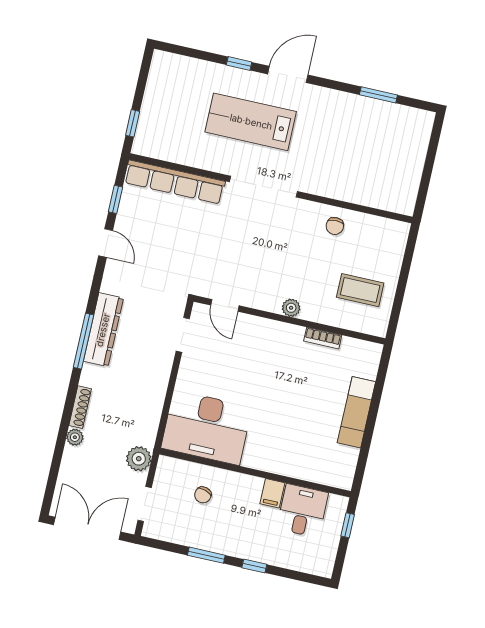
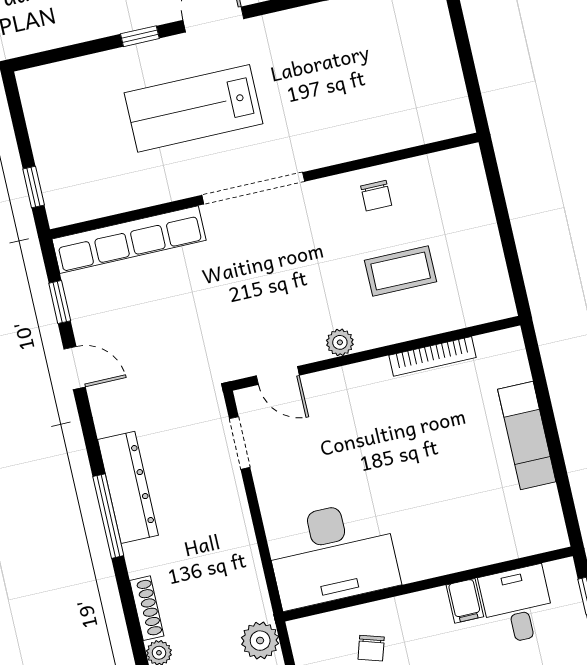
coffee table: (360, 290) -> (401, 271), moved
plant: (291, 308) -> (340, 342), moved
bookcase: (323, 338) -> (433, 356), width x1.56

